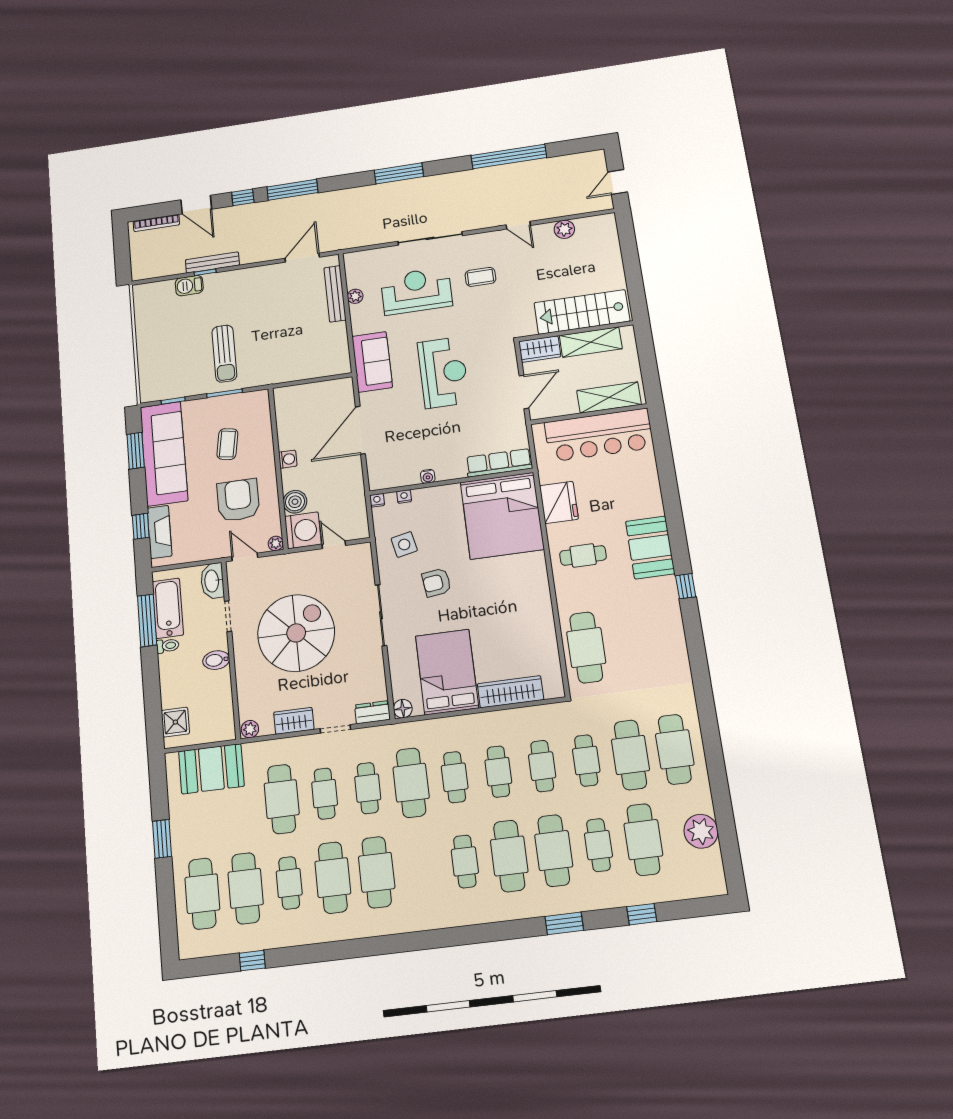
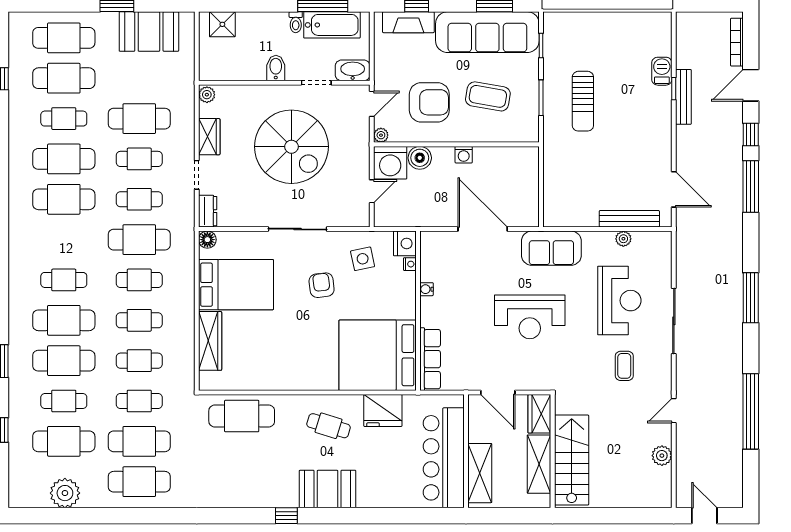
sun lounger: (224, 354) -> (583, 101), turned -90
coffee table: (227, 444) -> (488, 96), width x1.36, depth x1.30
nightstand: (377, 500) -> (405, 243), width x1.89, depth x1.79
cafe table: (583, 555) -> (329, 426), turned -73
booth: (211, 769) -> (149, 32), moved, turned 90

